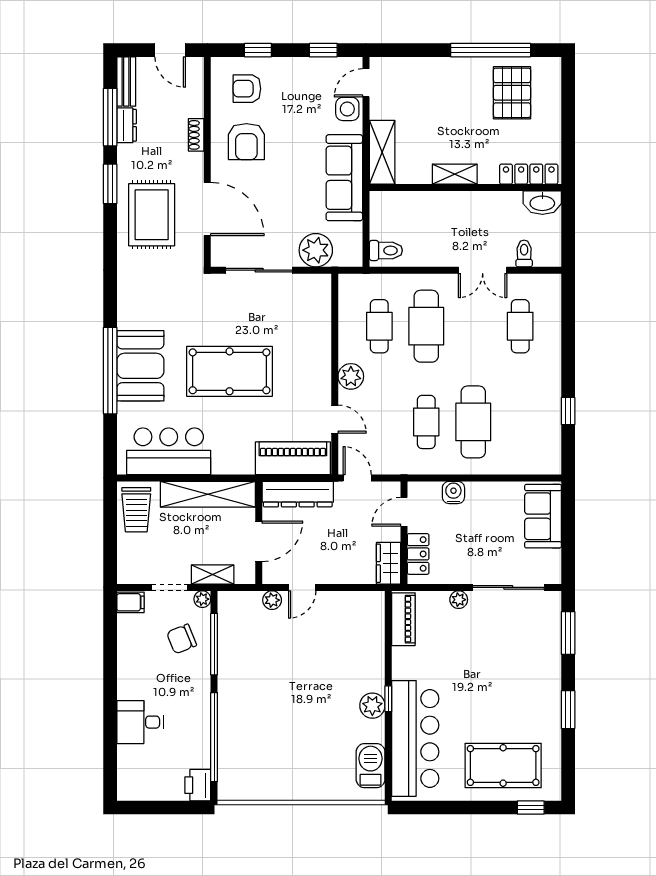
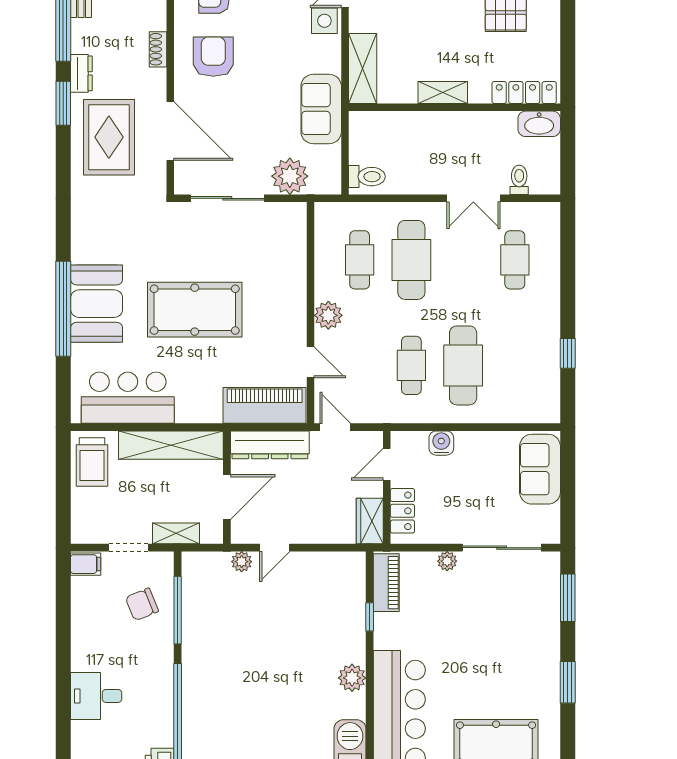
dresser: (127, 125) -> (81, 73), moved
armchair: (246, 142) -> (213, 57), turned 180
sofa: (344, 178) -> (321, 109), width x0.73
plant: (202, 599) -> (165, 561), removed
window: (388, 699) -> (370, 617), moved

